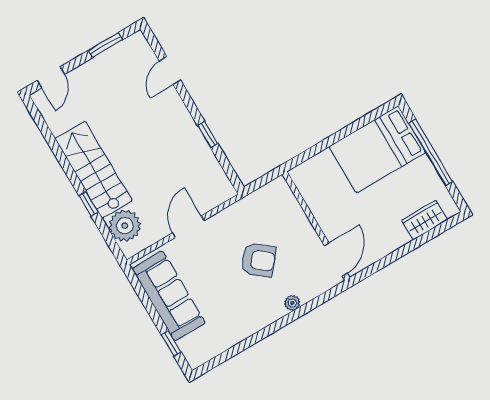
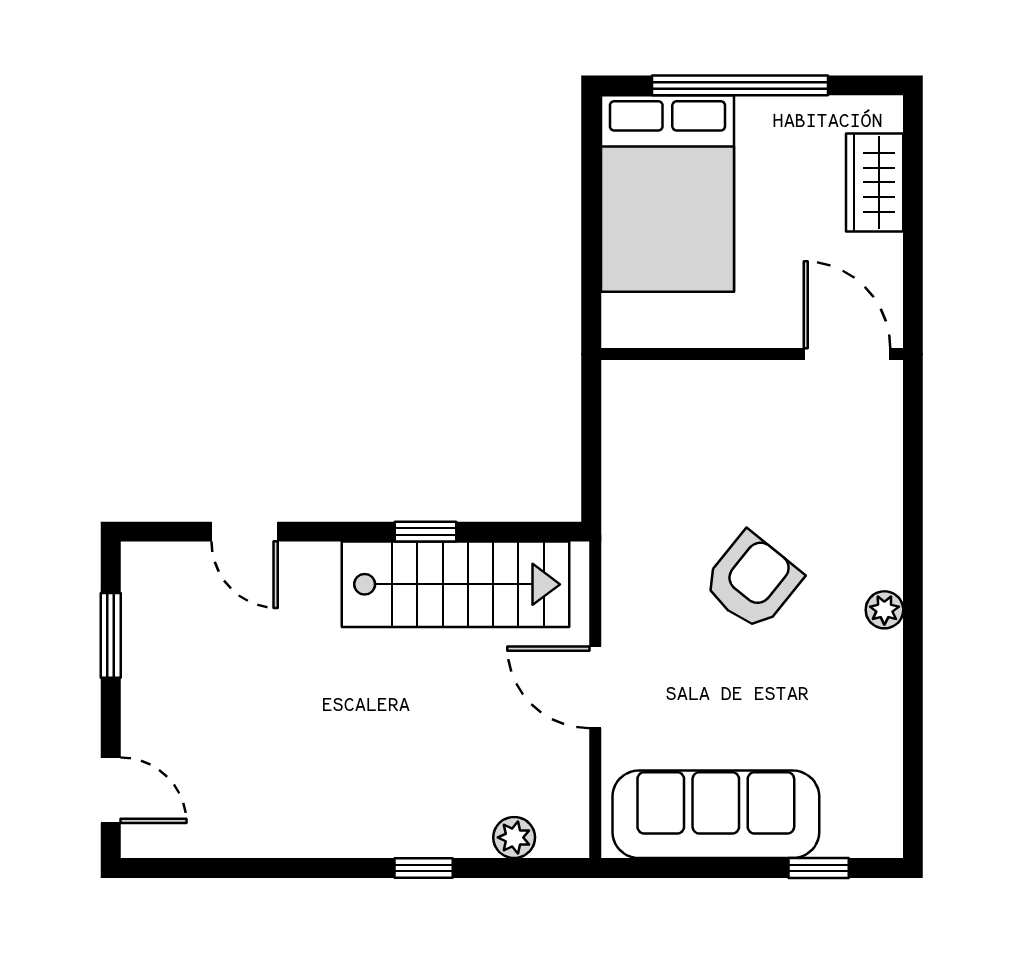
stairs: (94, 170) -> (455, 584), moved, turned 180
plant: (125, 226) -> (514, 837), width x0.53, depth x0.53
wall: (316, 226) -> (752, 354), moved
door: (336, 259) -> (847, 354), moved
plant: (292, 303) -> (884, 610), moved

